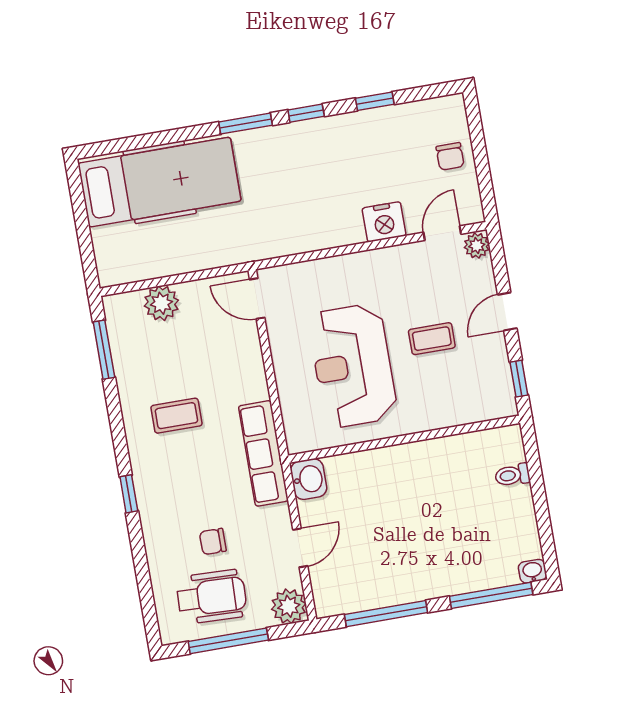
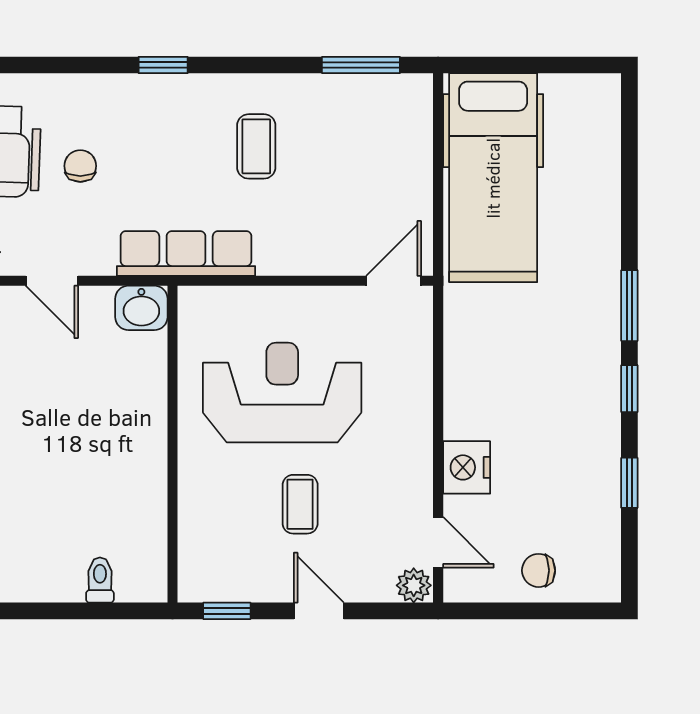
hospital bed: (160, 182) -> (493, 178), moved
plant: (161, 303) -> (409, 152), removed

